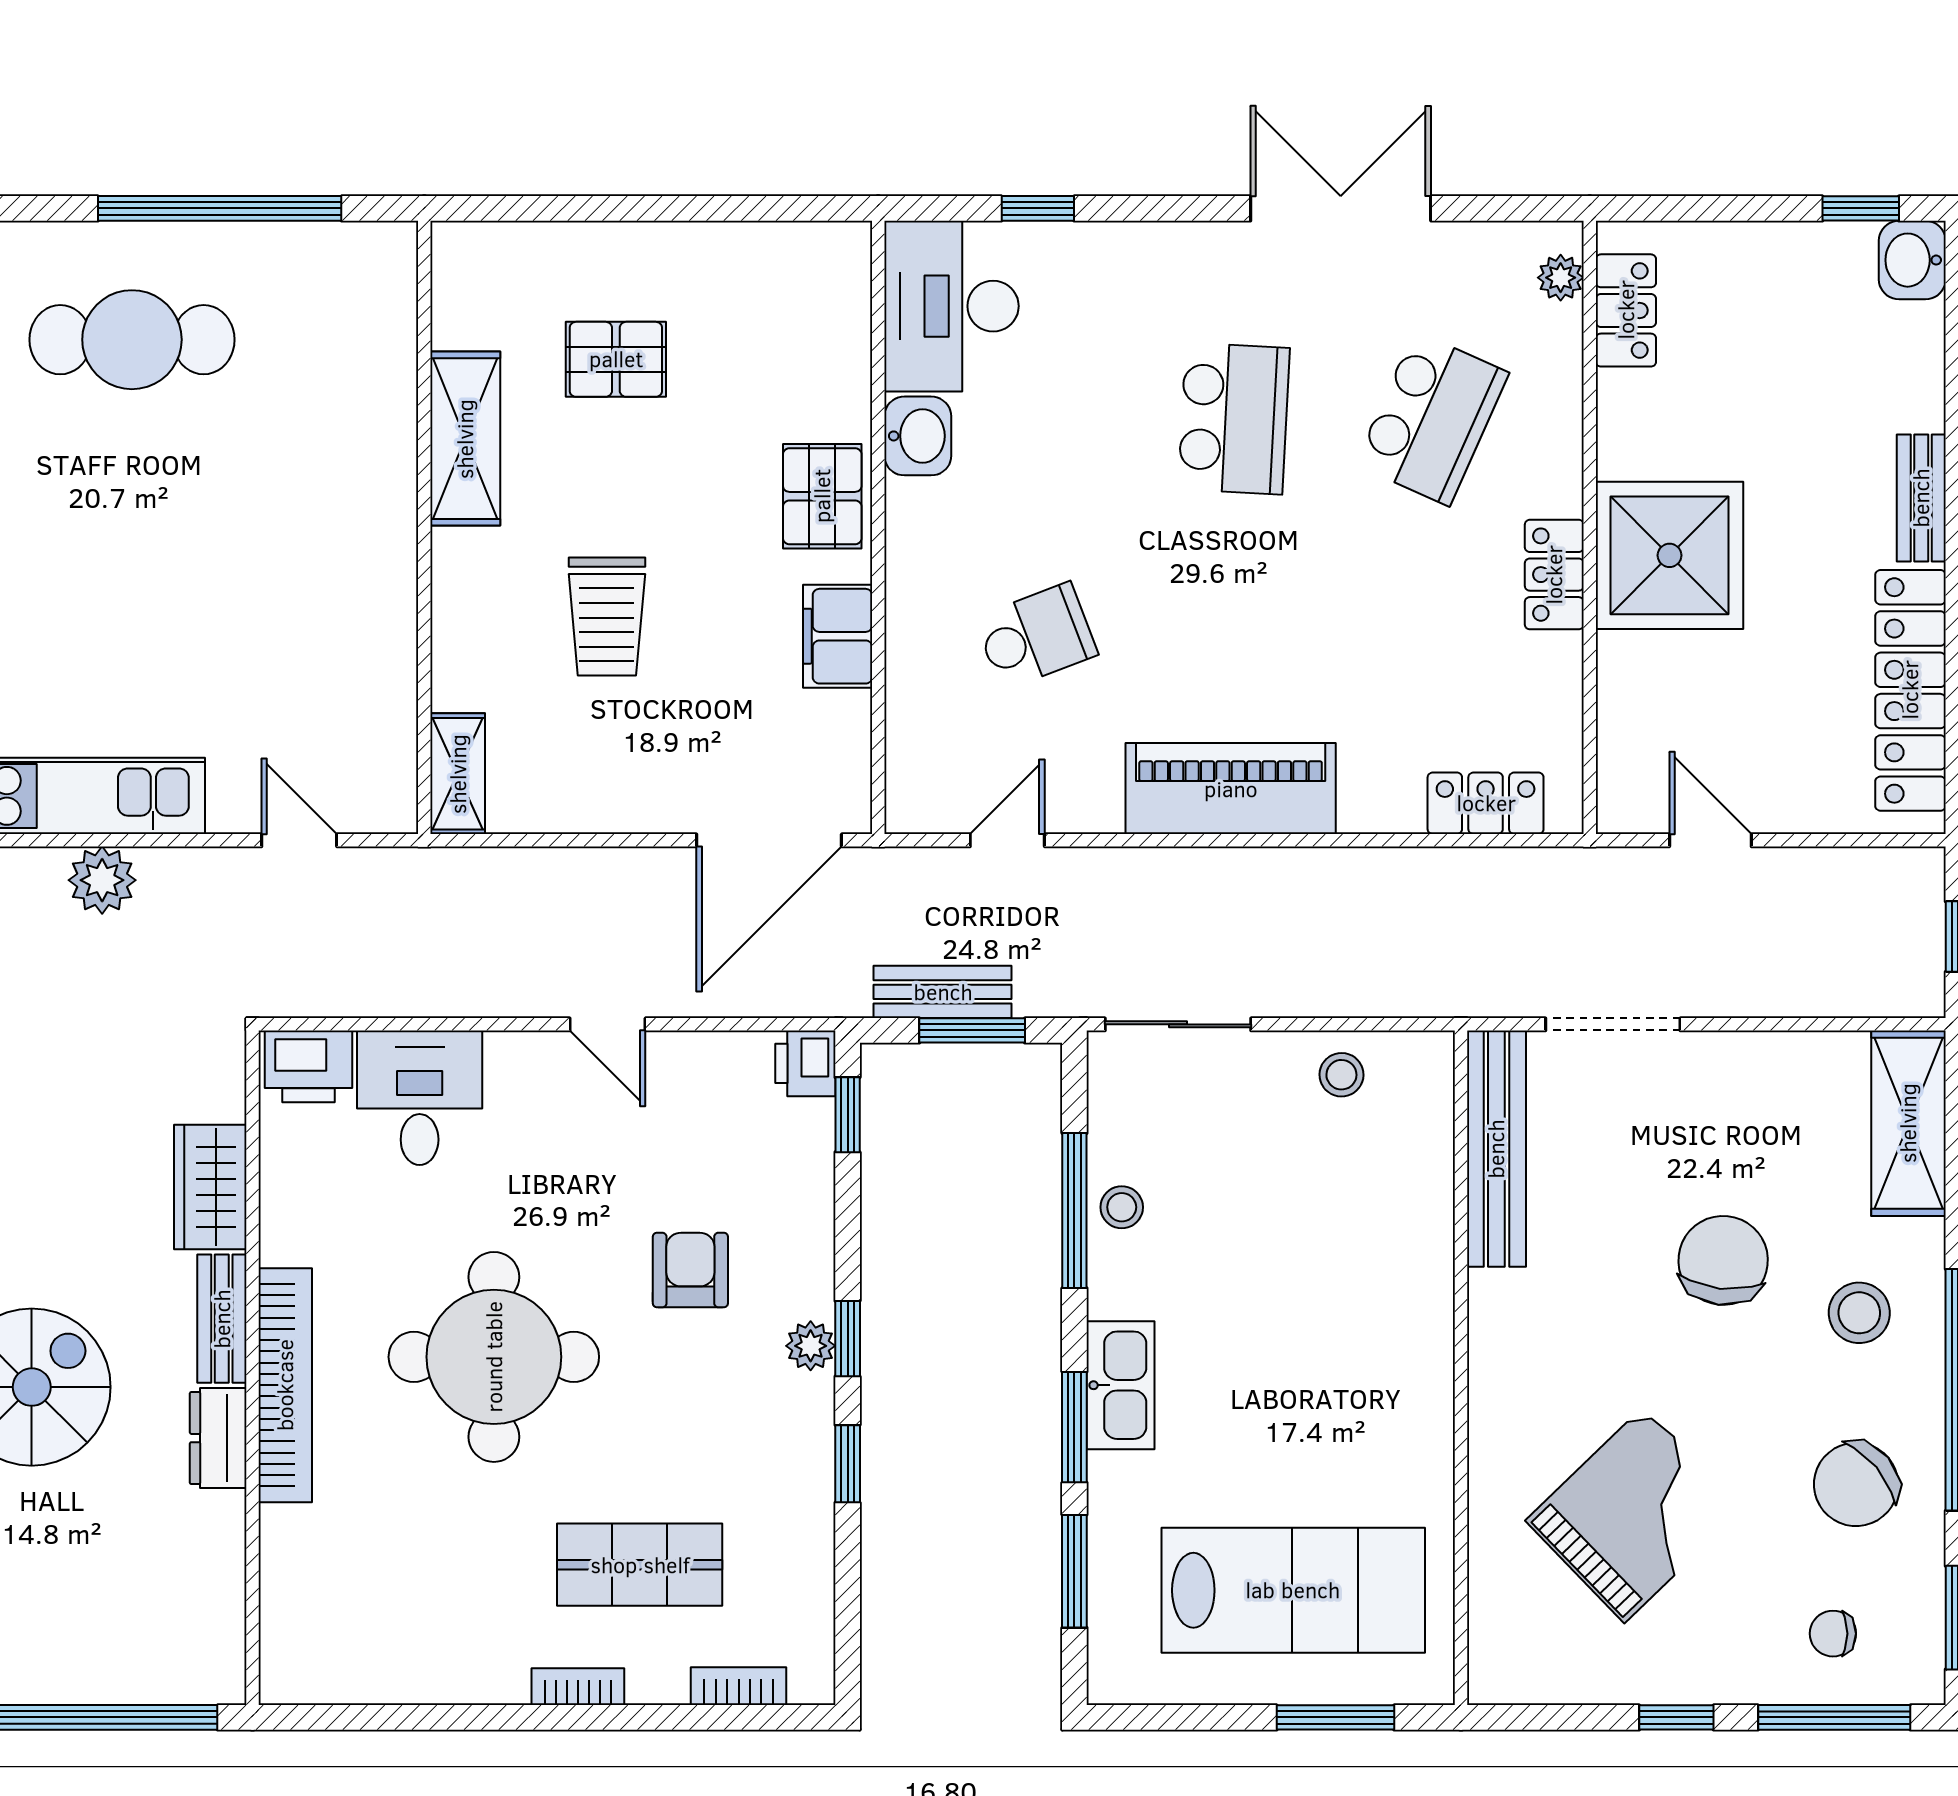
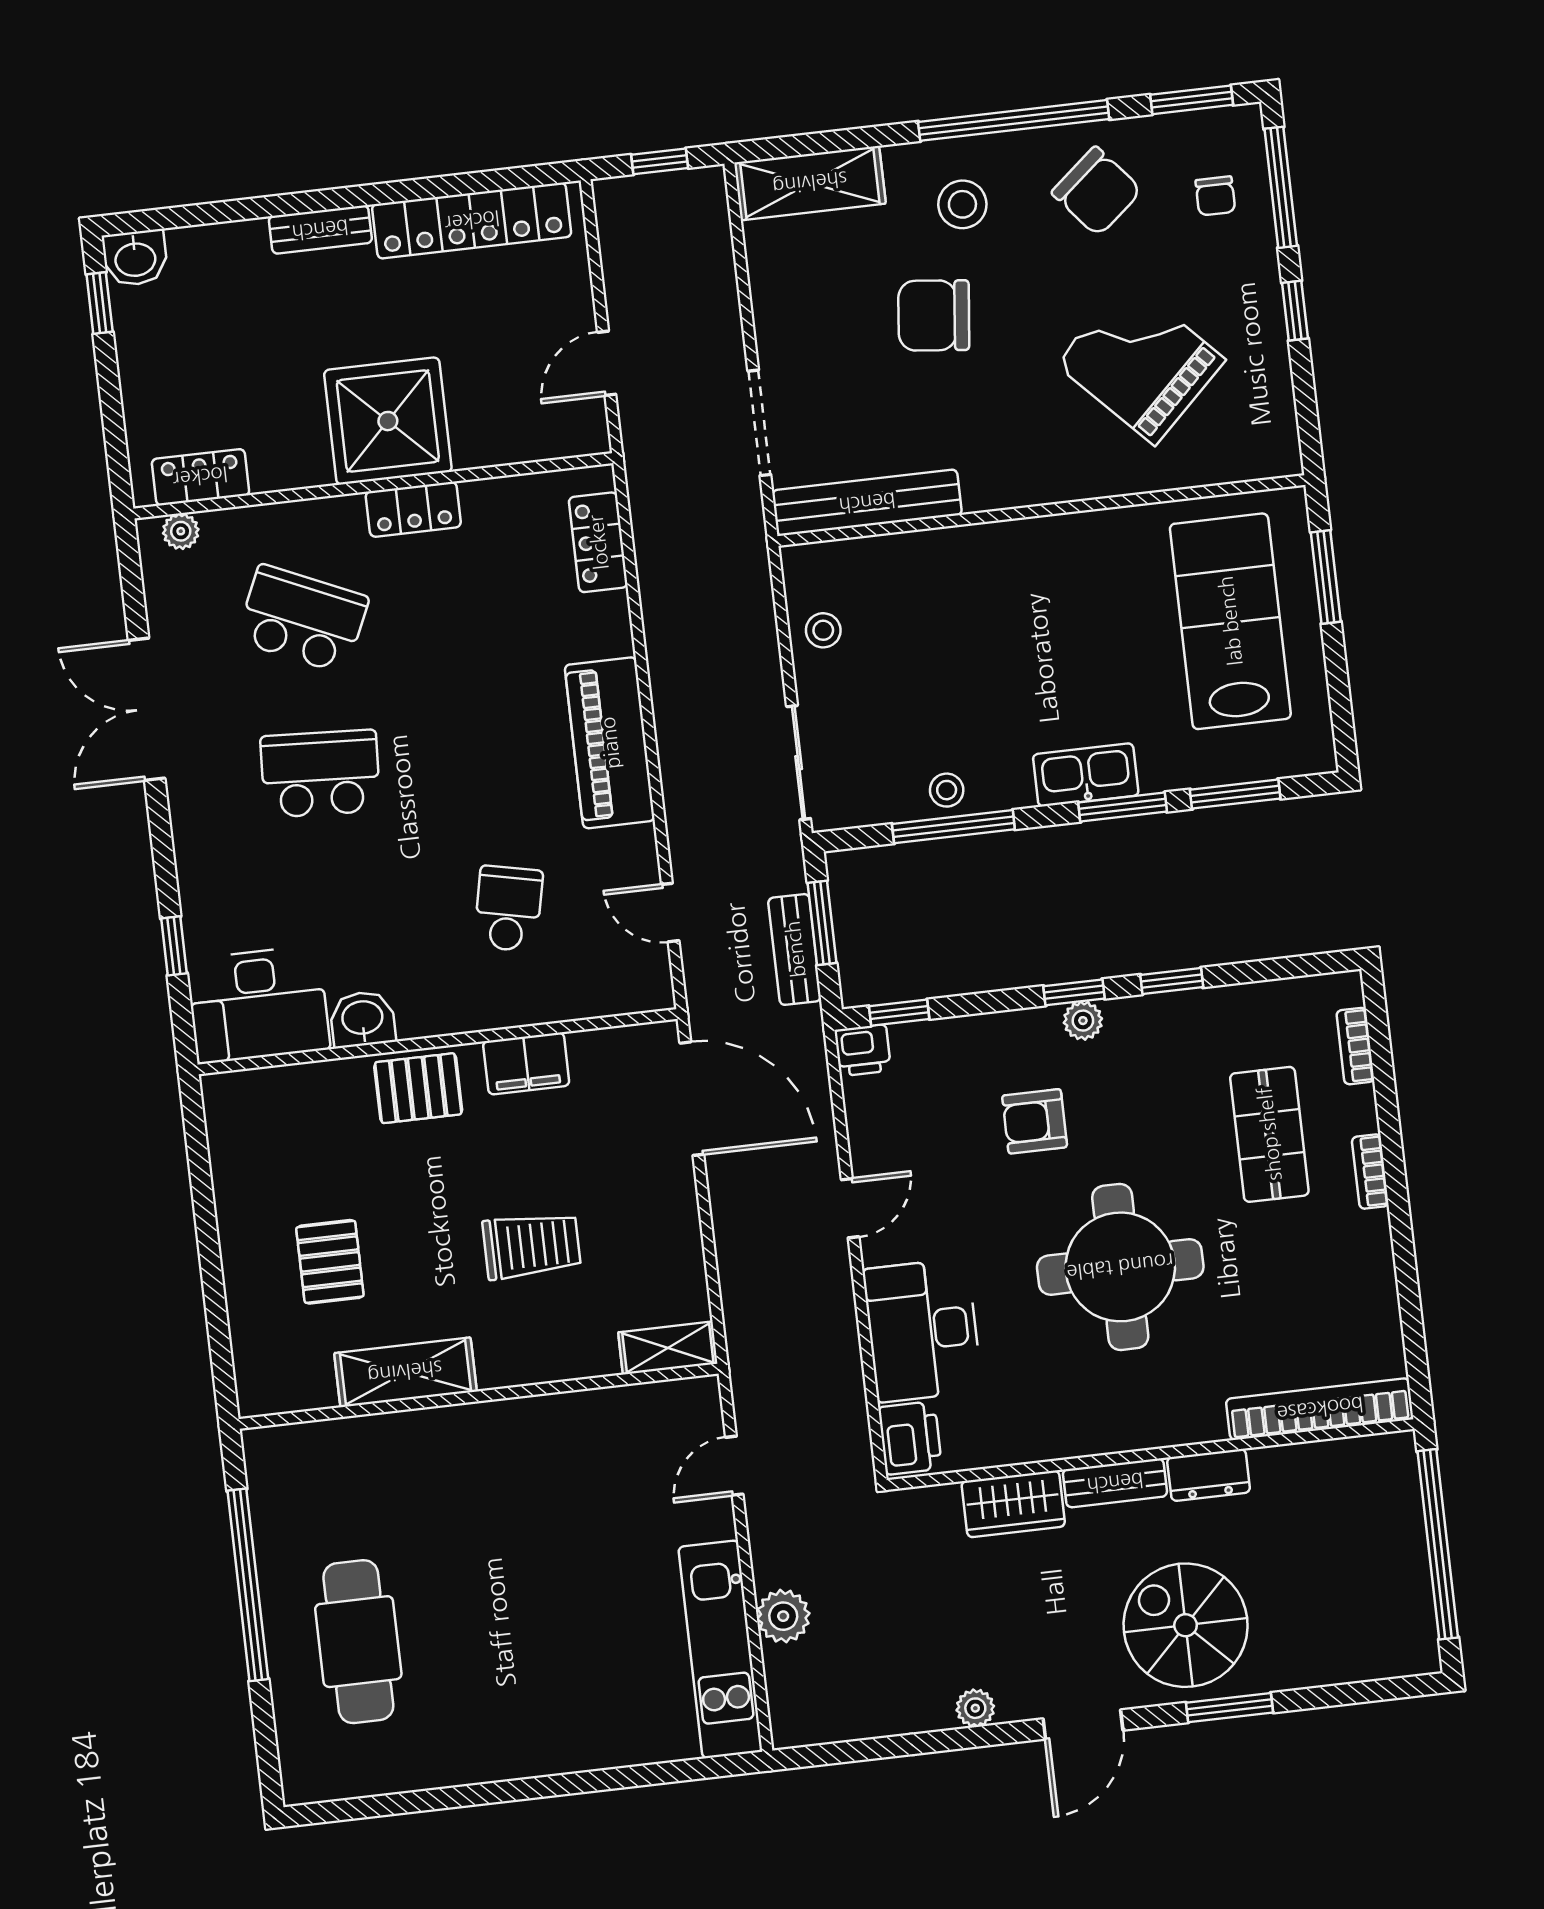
school desk: (1036, 636) -> (508, 909), turned 33
desk: (420, 1098) -> (922, 1330), width x1.37
bookcase: (285, 1385) -> (1320, 1409), moved

